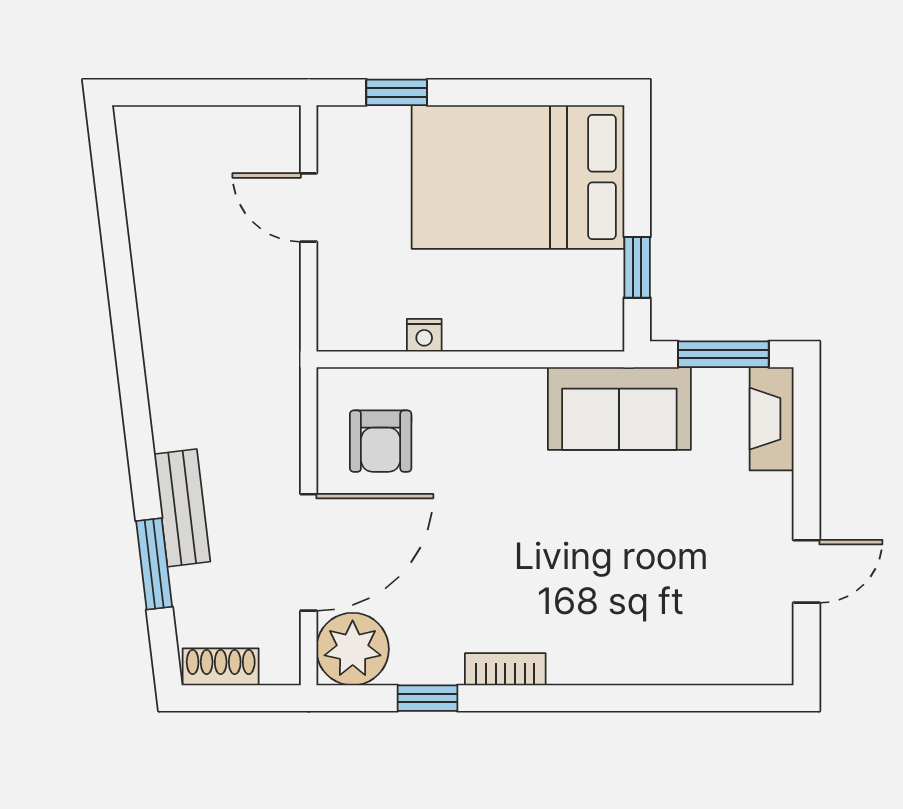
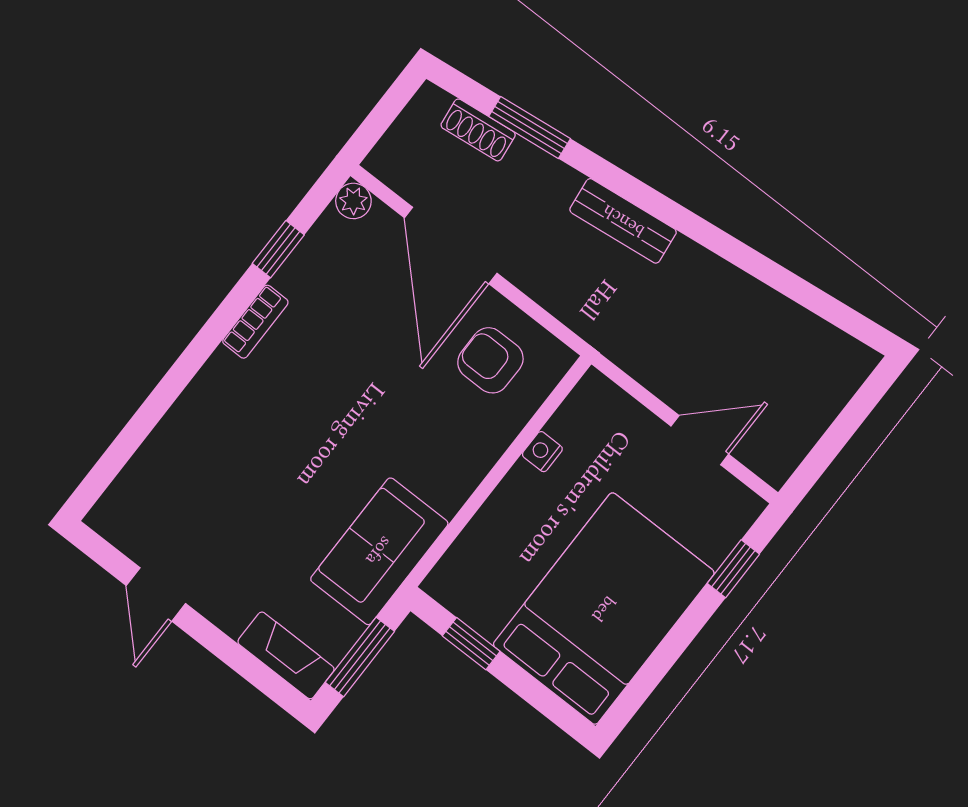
bench: (182, 508) -> (623, 221), moved
plant: (353, 649) -> (353, 201), width x0.53, depth x0.53
shoe rack: (221, 667) -> (478, 130), moved, turned 83

